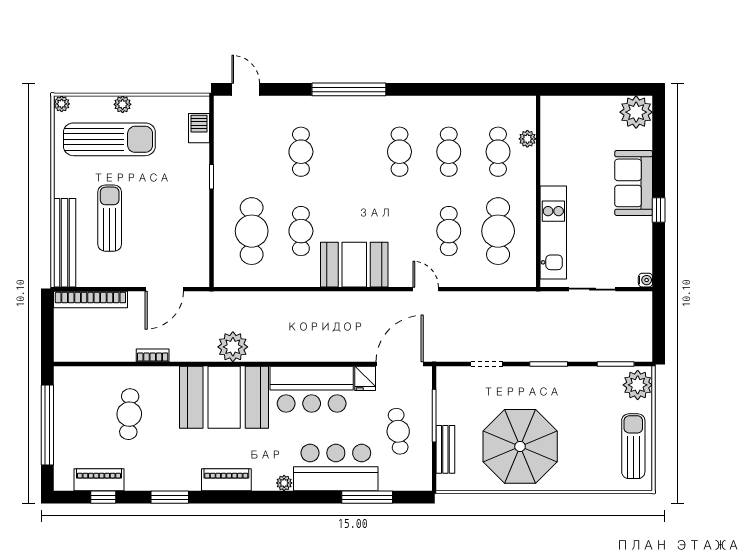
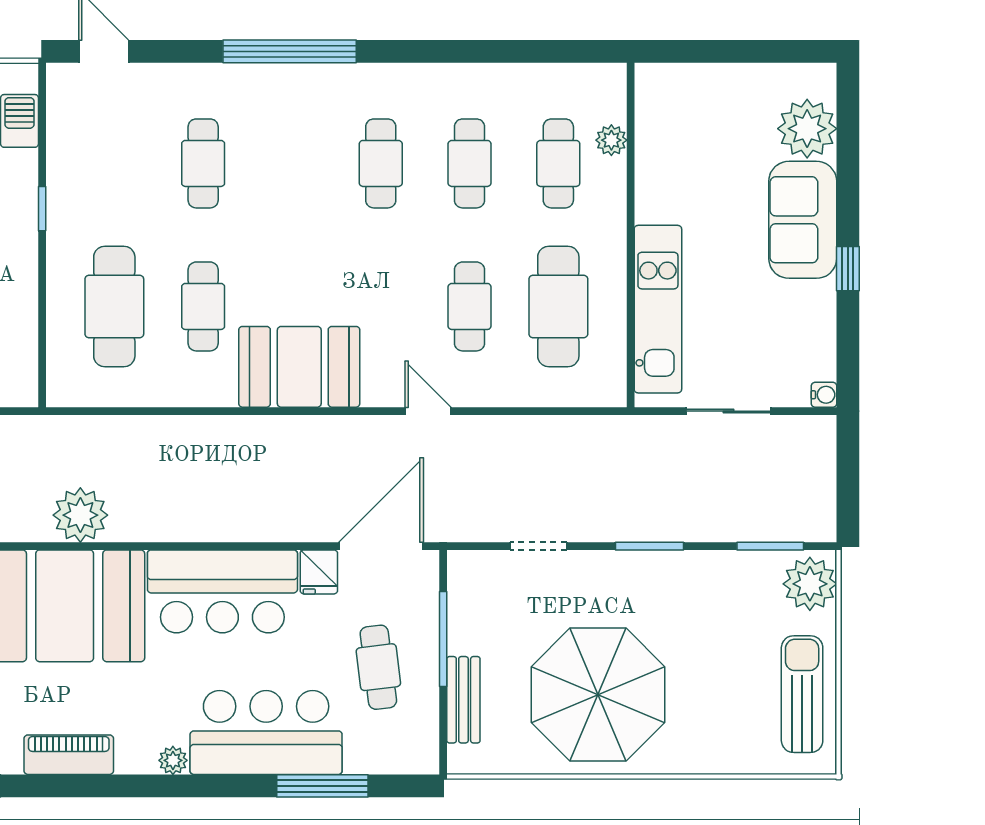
plant: (636, 112) -> (807, 129), moved

